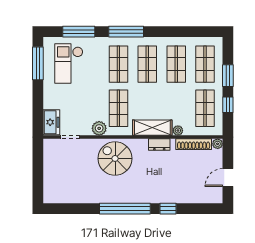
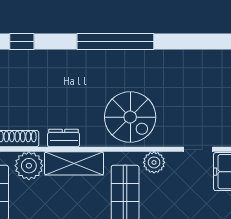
plant: (178, 131) -> (29, 166), width x1.88, depth x1.88
window: (168, 209) -> (22, 42), moved

